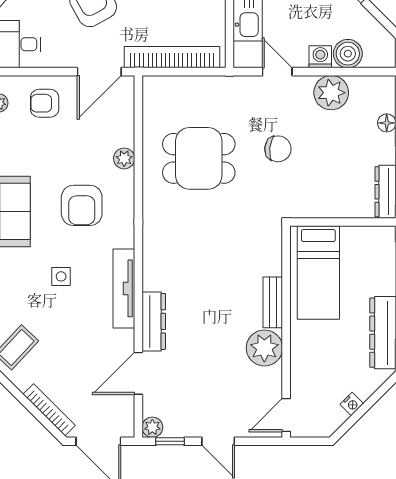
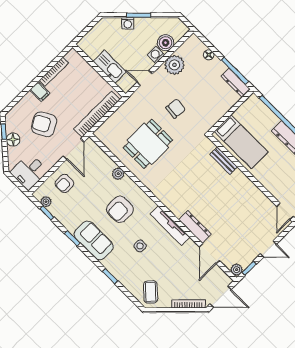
armchair: (82, 205) -> (120, 209), turned 90
bench: (273, 302) -> (224, 161), moved
plant: (264, 348) -> (250, 193), removed

